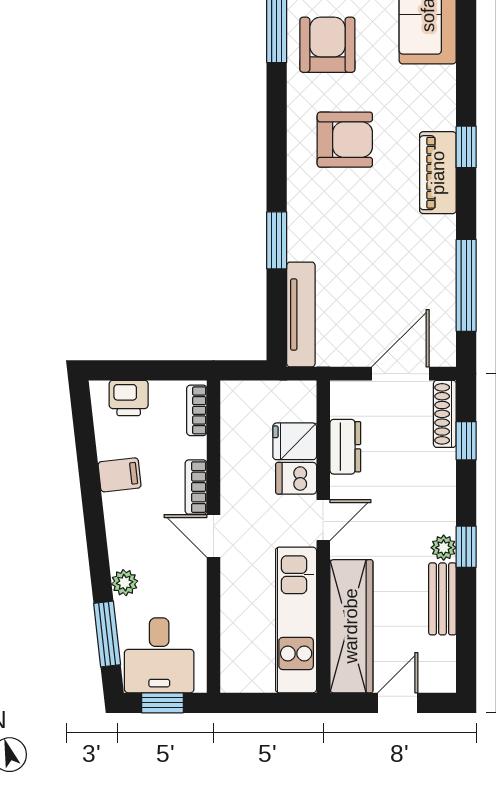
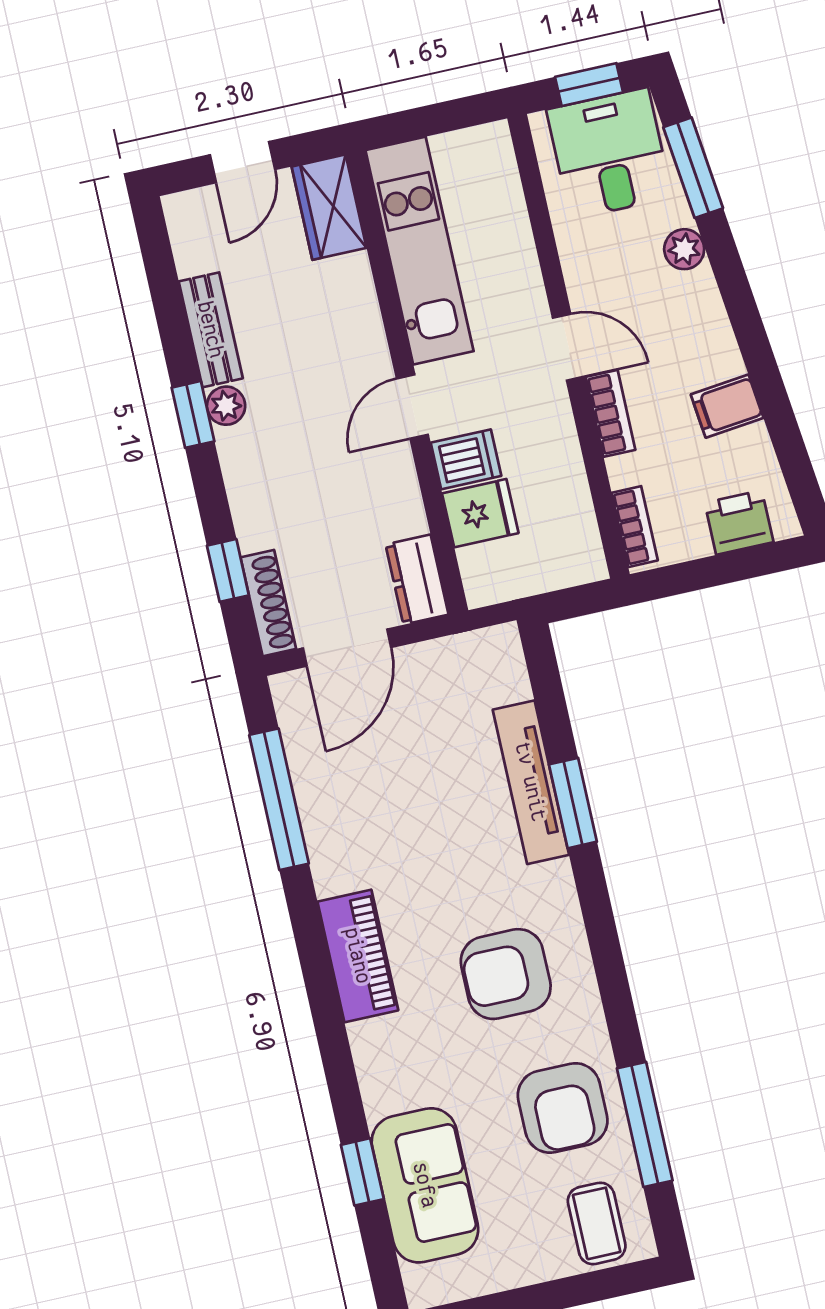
window: (466, 147) -> (362, 1172), moved
tv unit: (301, 314) -> (531, 782), moved
dresser: (345, 447) -> (417, 580), moved
wardrobe: (351, 626) -> (329, 207), width x0.48, depth x0.85

